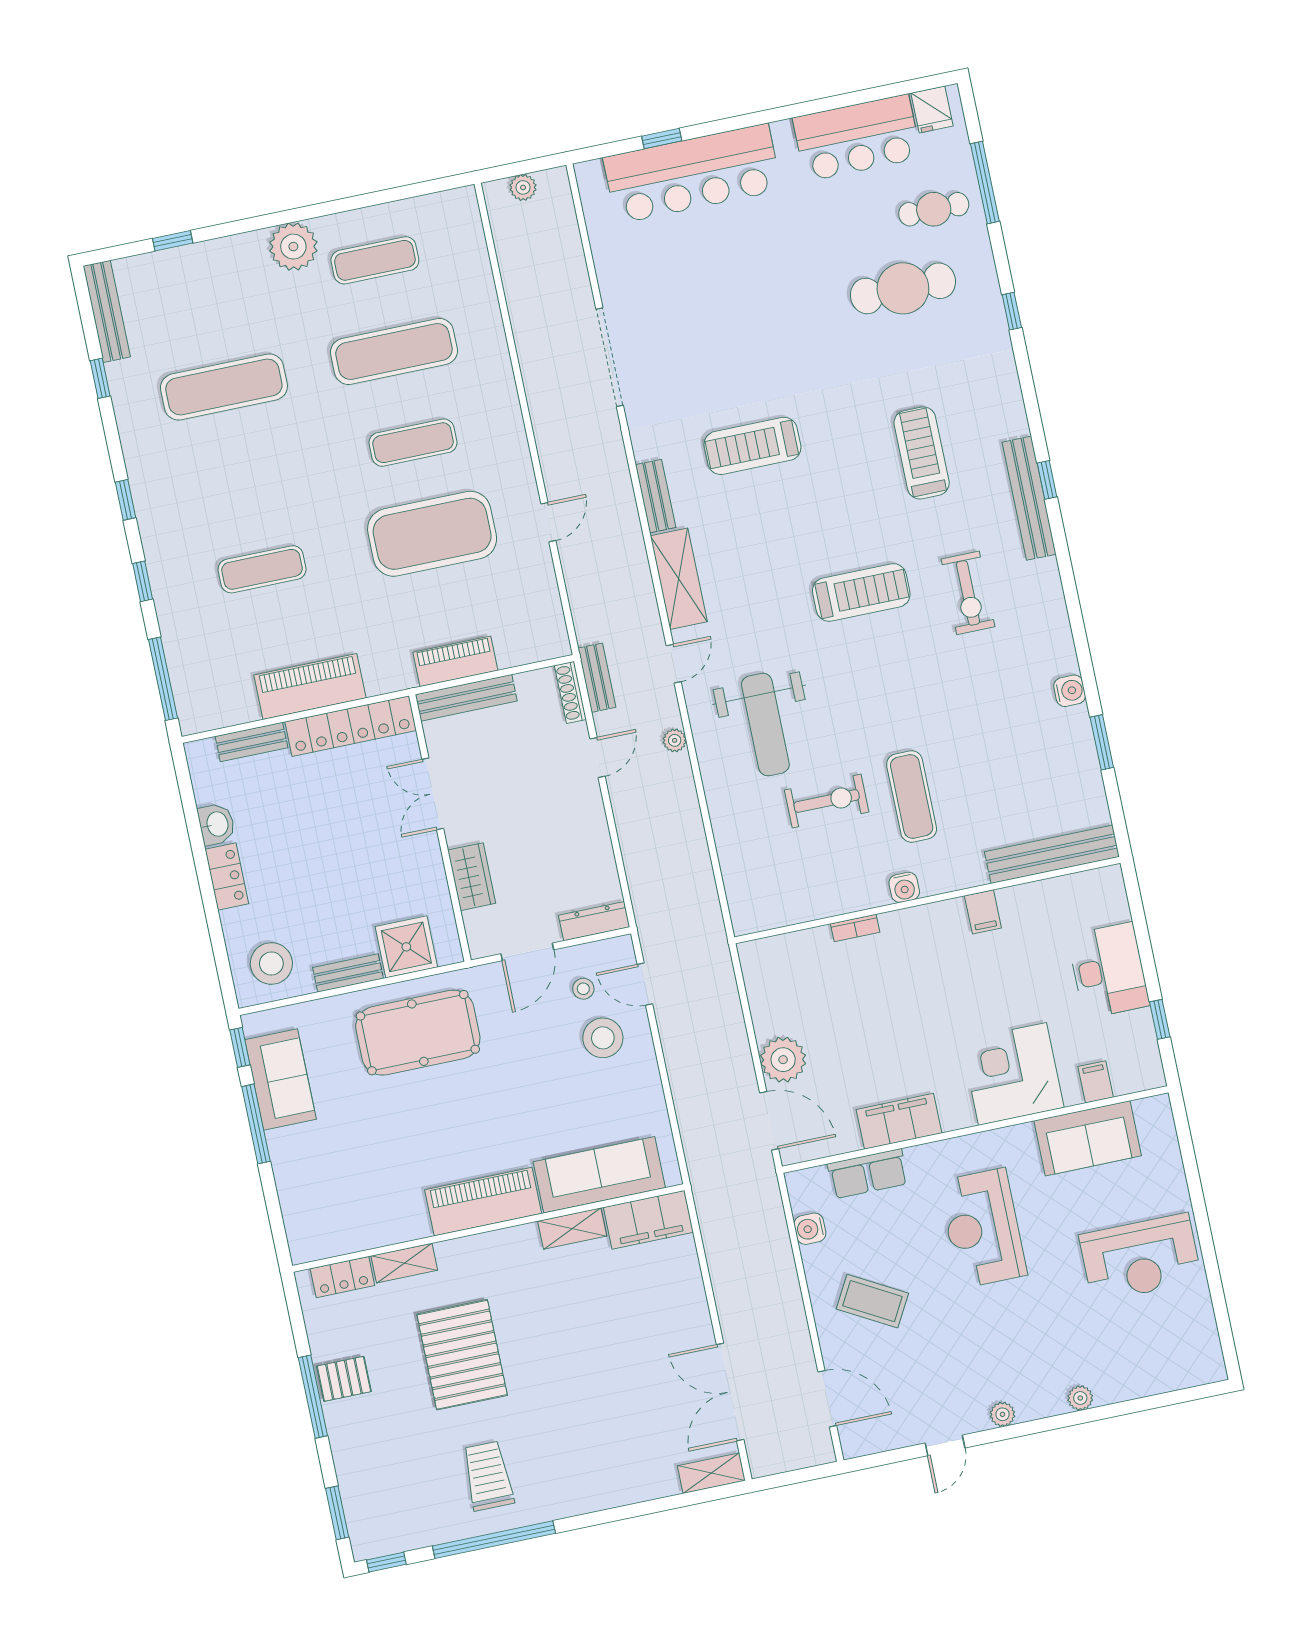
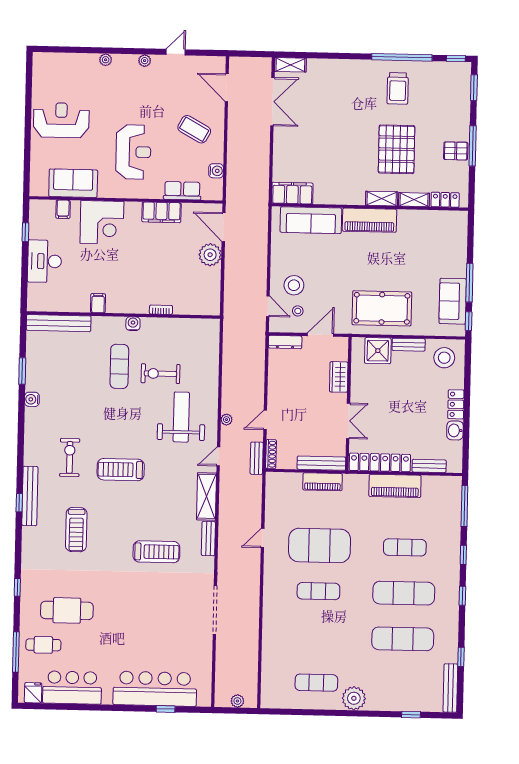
exercise mat: (394, 351) -> (404, 593), moved
shelving: (572, 1229) -> (382, 199), moved

